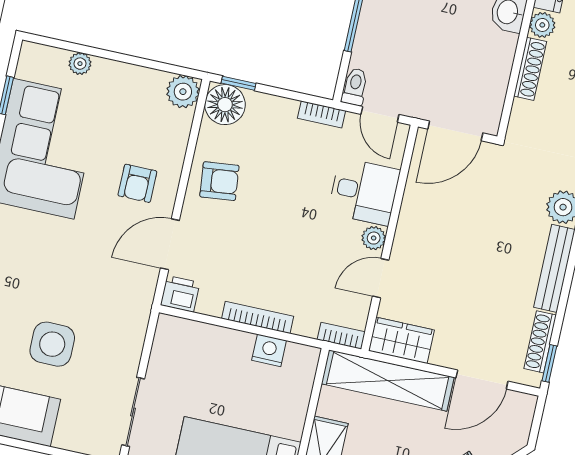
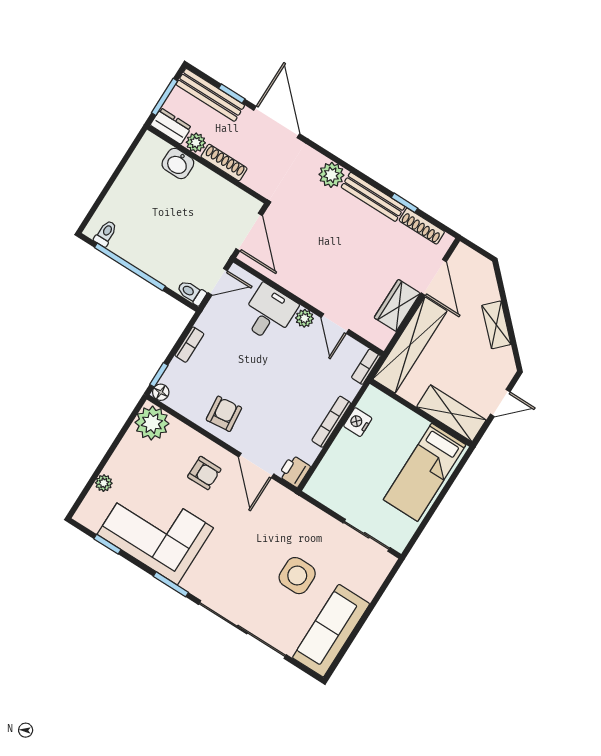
plant: (183, 92) -> (152, 423), width x1.36, depth x1.36
floor lamp: (225, 105) -> (161, 392), width x0.53, depth x0.53
bookcase: (322, 114) -> (189, 345), moved
wardrobe: (401, 340) -> (397, 305), moved
window: (549, 363) -> (405, 203), moved

